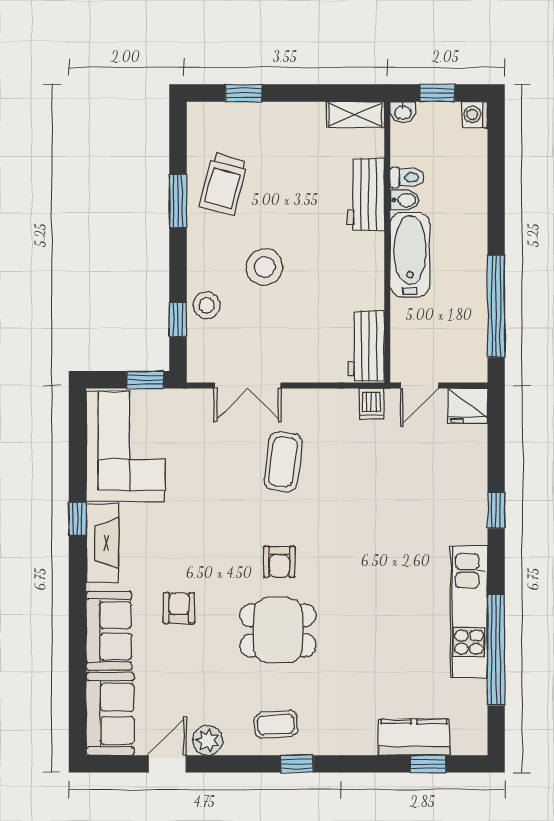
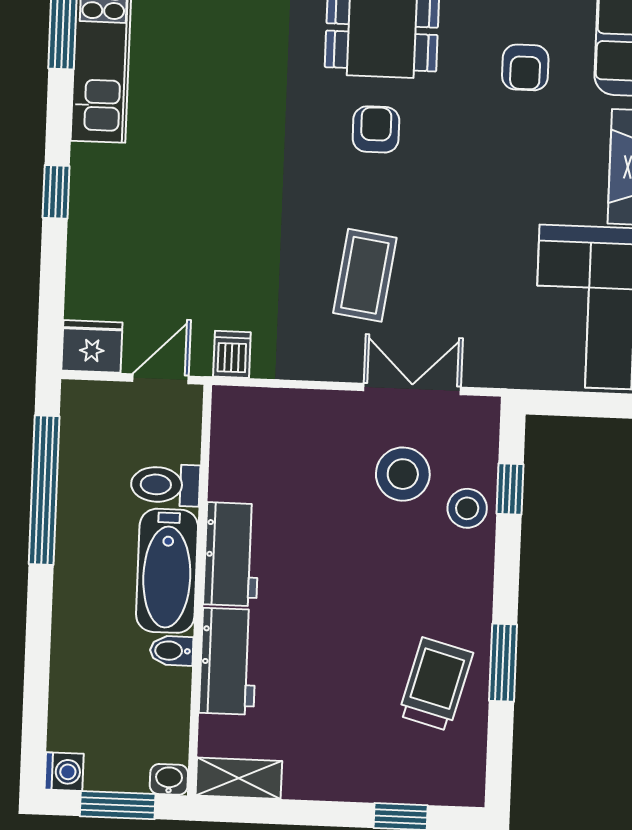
window: (437, 93) -> (118, 805), width x1.50
toilet: (407, 177) -> (165, 485), moved, width x1.37, depth x1.39
stool: (264, 267) -> (403, 474), moved
workbench: (366, 346) -> (232, 554), moved
window: (145, 380) -> (561, 403), removed

